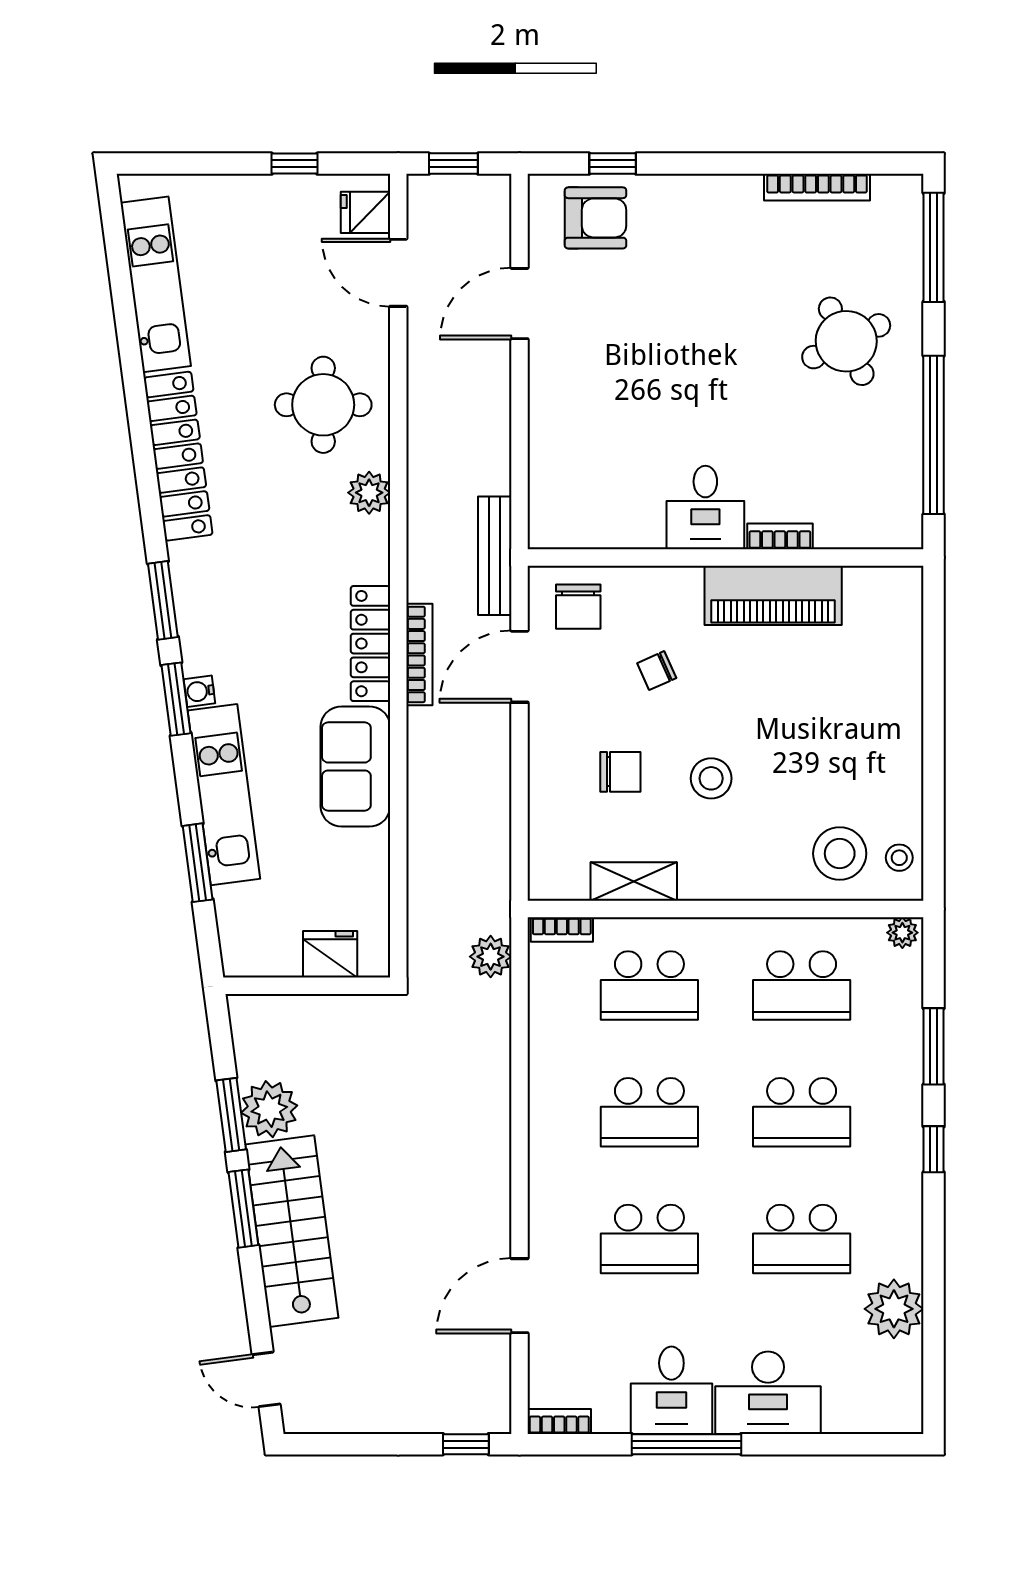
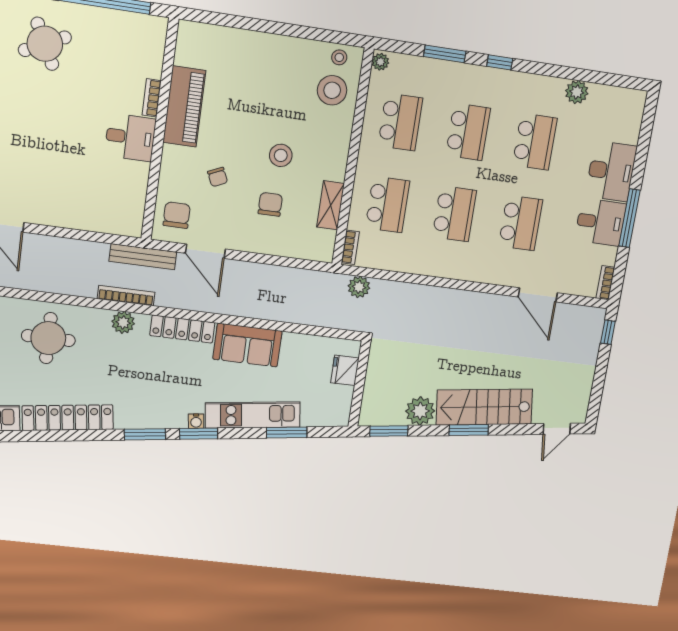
plant: (369, 493) -> (123, 322), moved
chair: (578, 607) -> (177, 215), turned -90
bookcase: (419, 654) -> (126, 296), moved
window: (231, 1115) -> (389, 431), moved
plant: (894, 1309) -> (577, 92), width x0.73, depth x0.73

